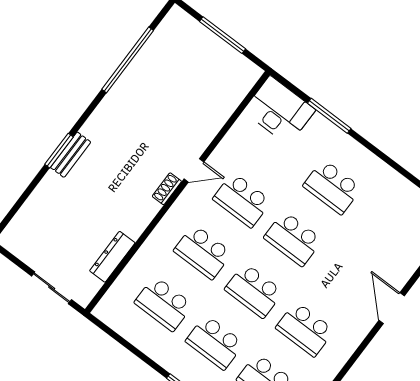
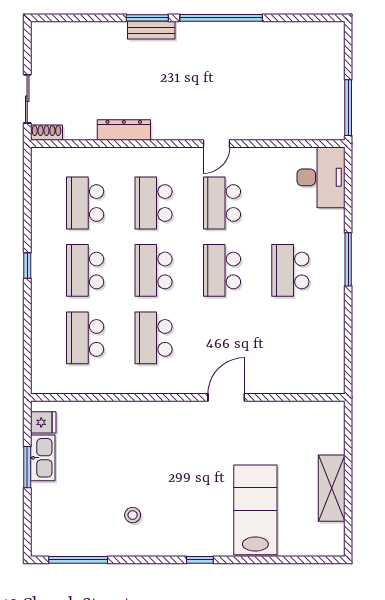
window: (222, 35) -> (348, 108), moved
window: (128, 60) -> (221, 18), moved
window: (329, 116) -> (348, 259), moved
door: (194, 170) -> (216, 144), hinge flipped
shoe rack: (167, 189) -> (46, 133), moved
dresser: (112, 257) -> (124, 130), moved

